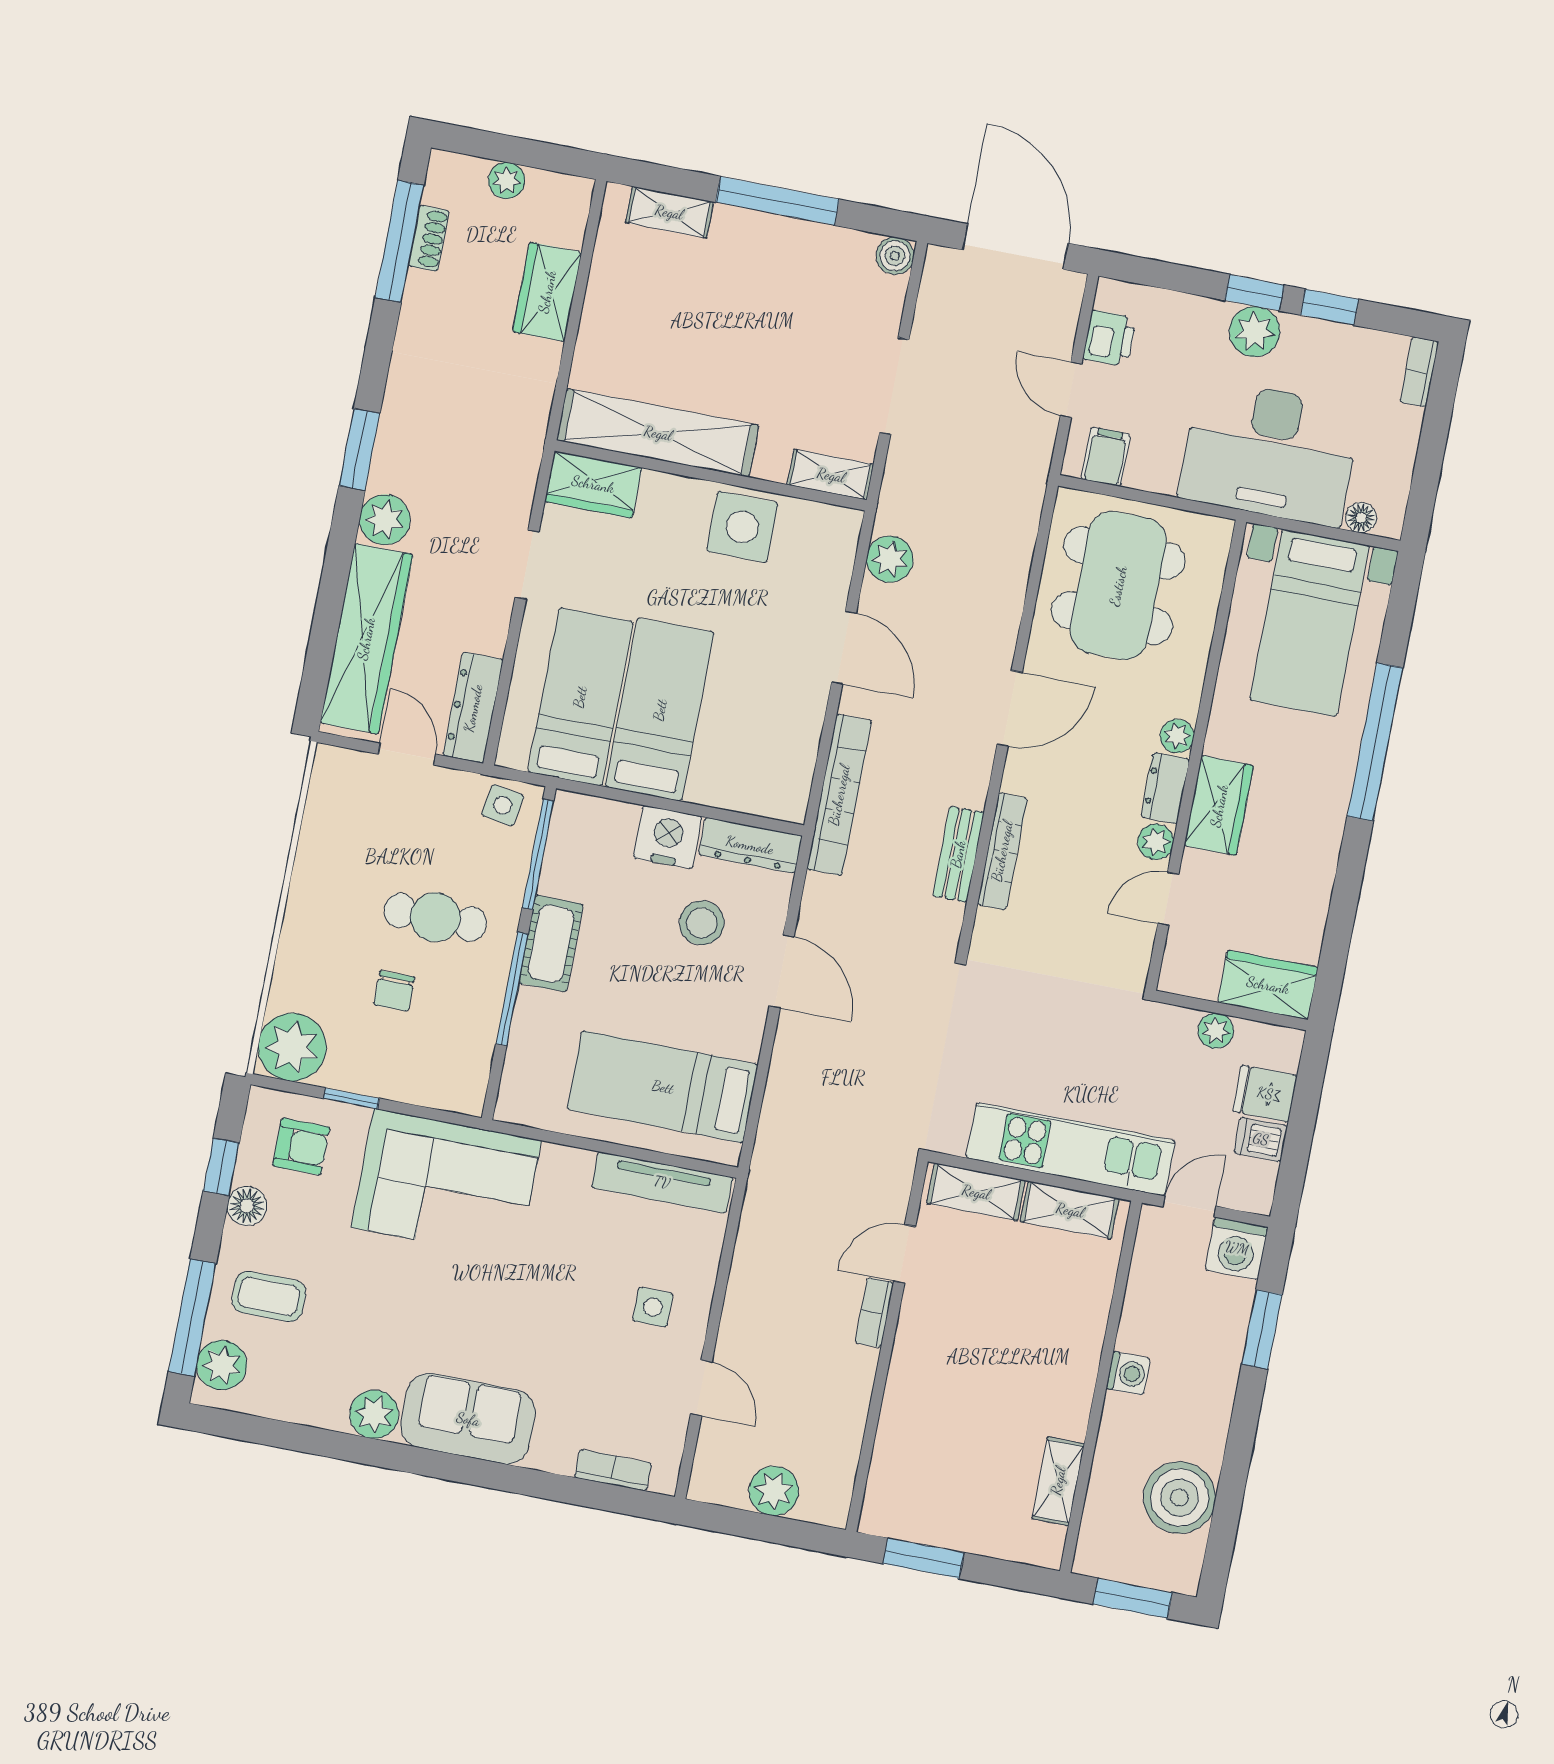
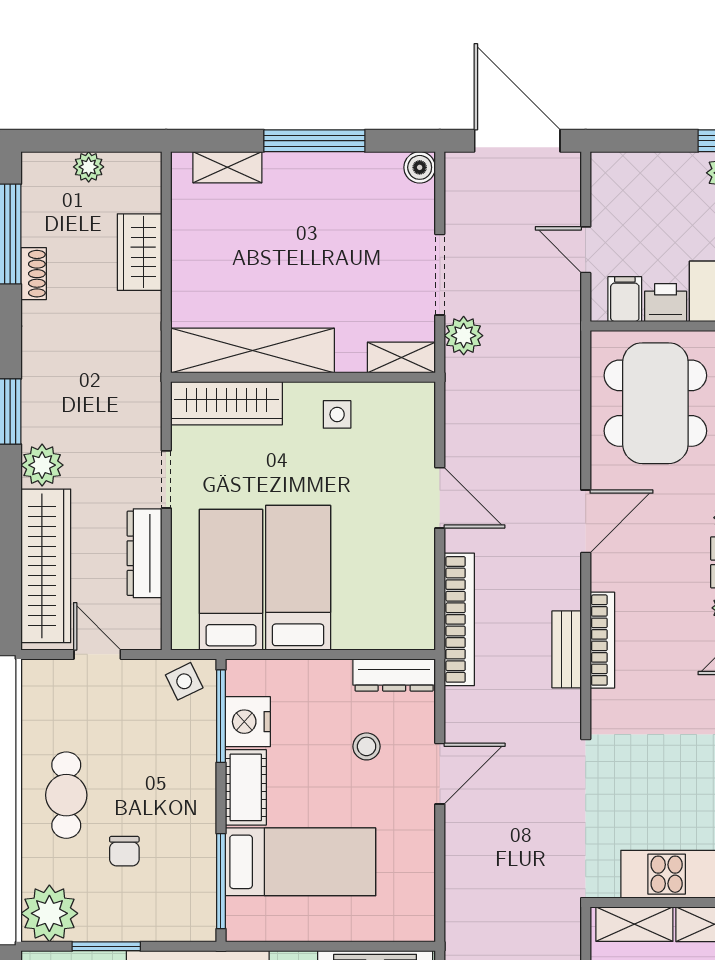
shoe rack: (429, 238) -> (34, 274), moved
printer: (1109, 338) -> (666, 303), moved, turned -90
wardrobe: (593, 484) -> (227, 403), width x1.50
side table: (742, 527) -> (337, 414), width x0.54, depth x0.54
plant: (890, 559) -> (464, 336), moved
dresser: (473, 708) -> (144, 553), moved
side table: (503, 805) -> (184, 681), turned -35
nightstand: (668, 837) -> (248, 722), moved, turned -90
cafe table: (435, 917) -> (66, 795), moved, turned 90
stool: (702, 923) -> (367, 746), width x0.73, depth x0.73
door: (782, 971) -> (440, 774), hinge flipped
window: (512, 989) -> (221, 881), moved
bed: (663, 1087) -> (300, 862), moved, turned 180
window: (351, 1098) -> (106, 946), width x1.50

